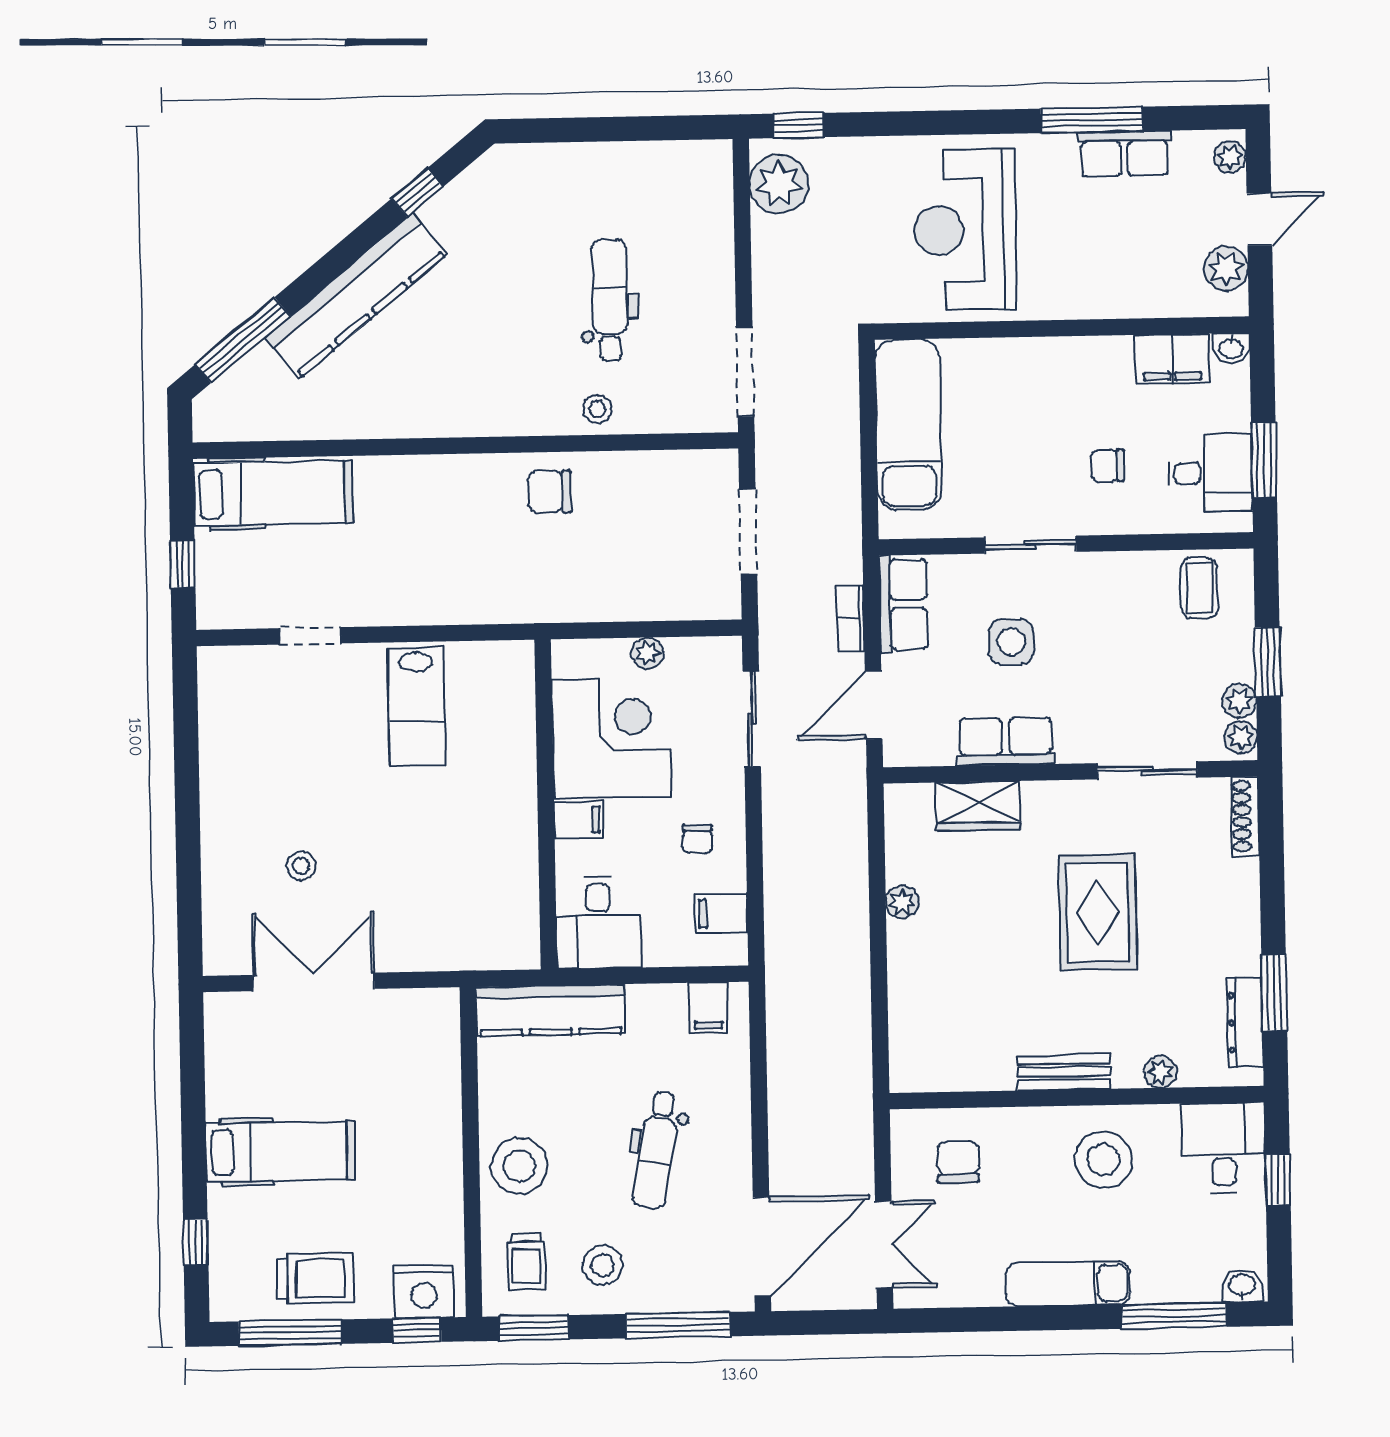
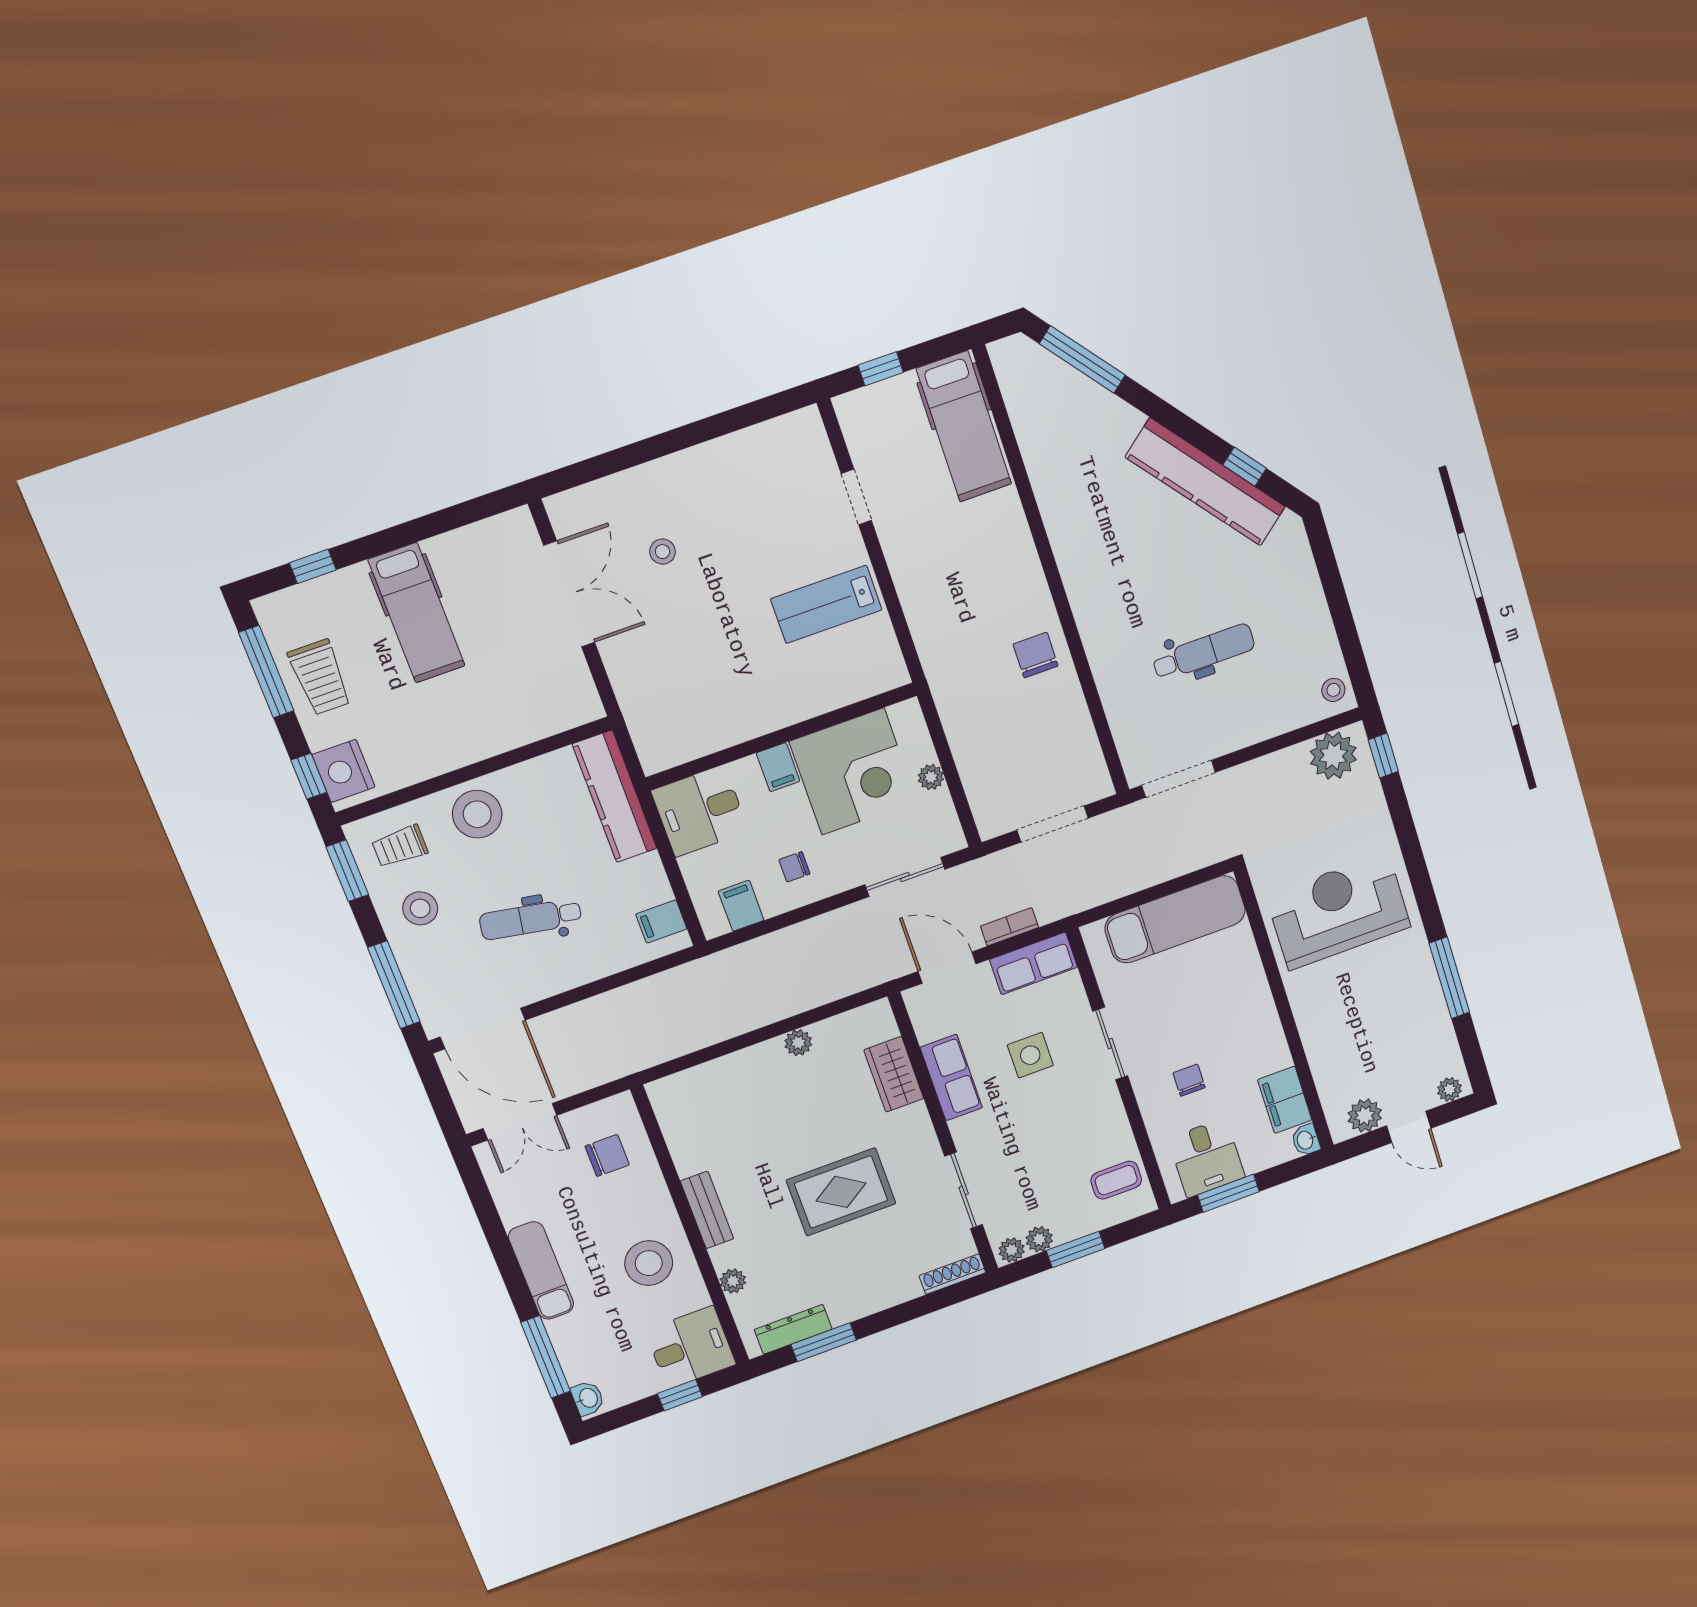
row of seats: (1124, 154) -> (1430, 1011), removed
kitchen counter: (356, 296) -> (1206, 482), moved
stool: (597, 409) -> (1333, 690), moved

